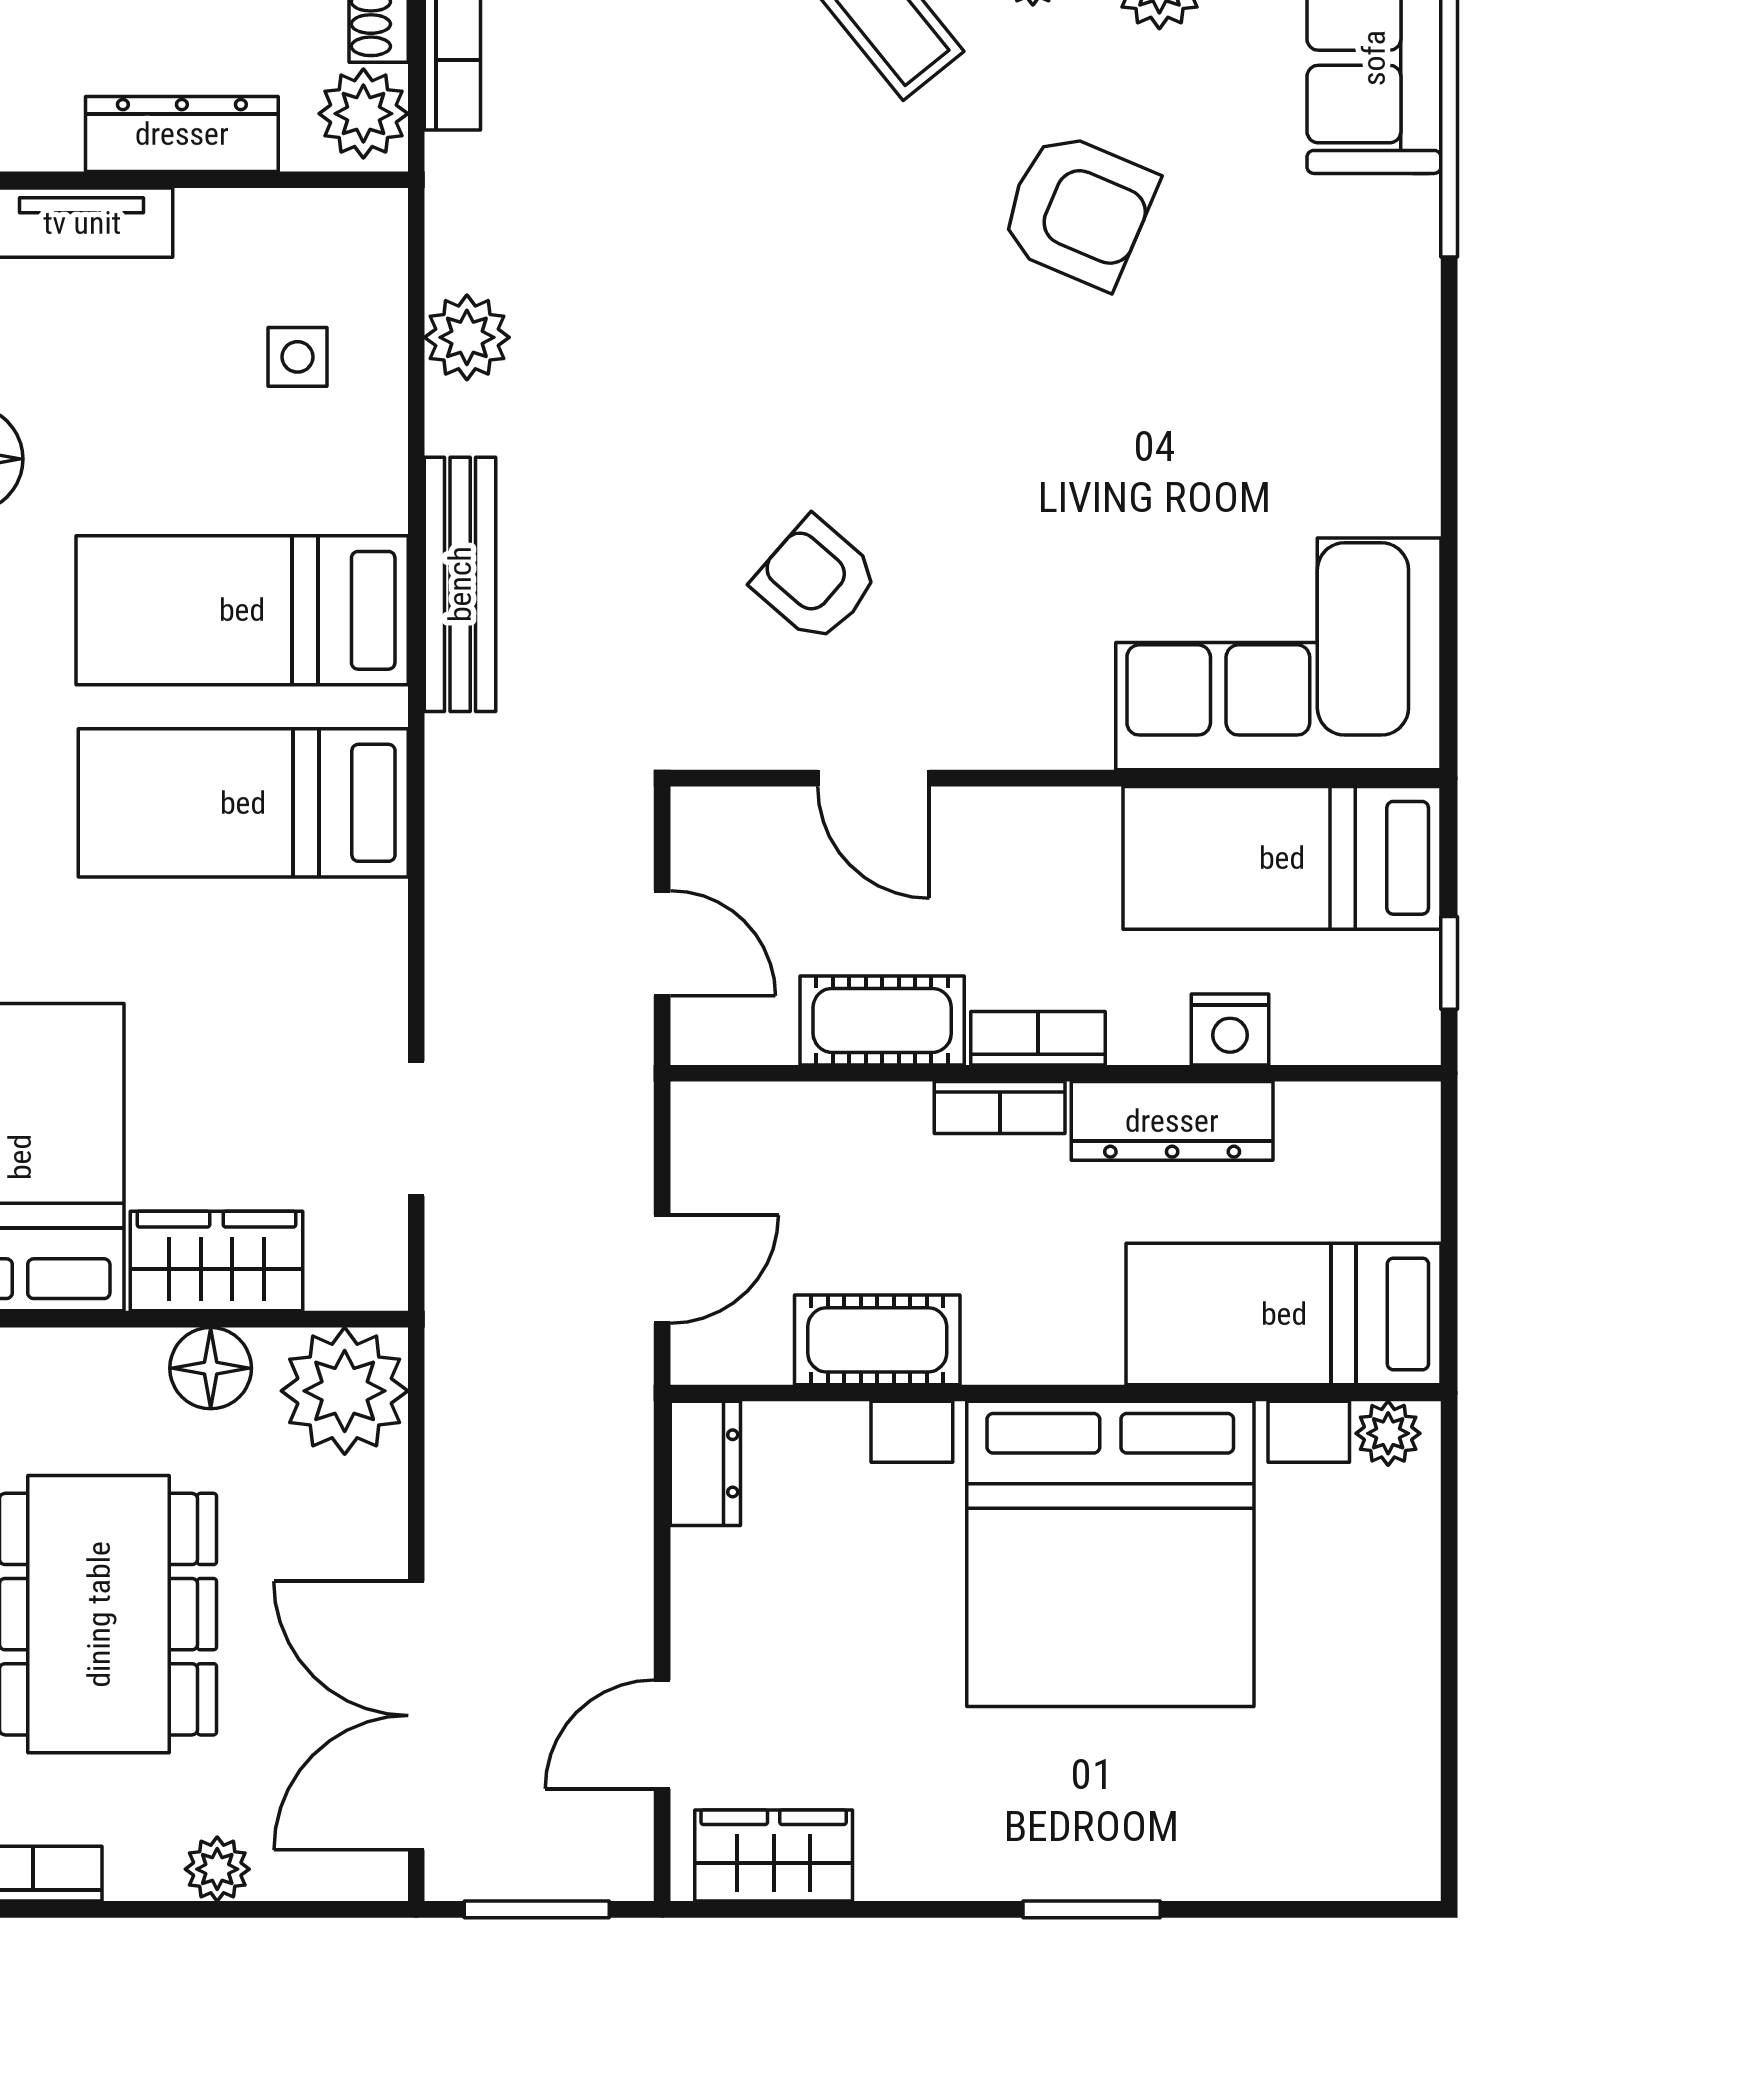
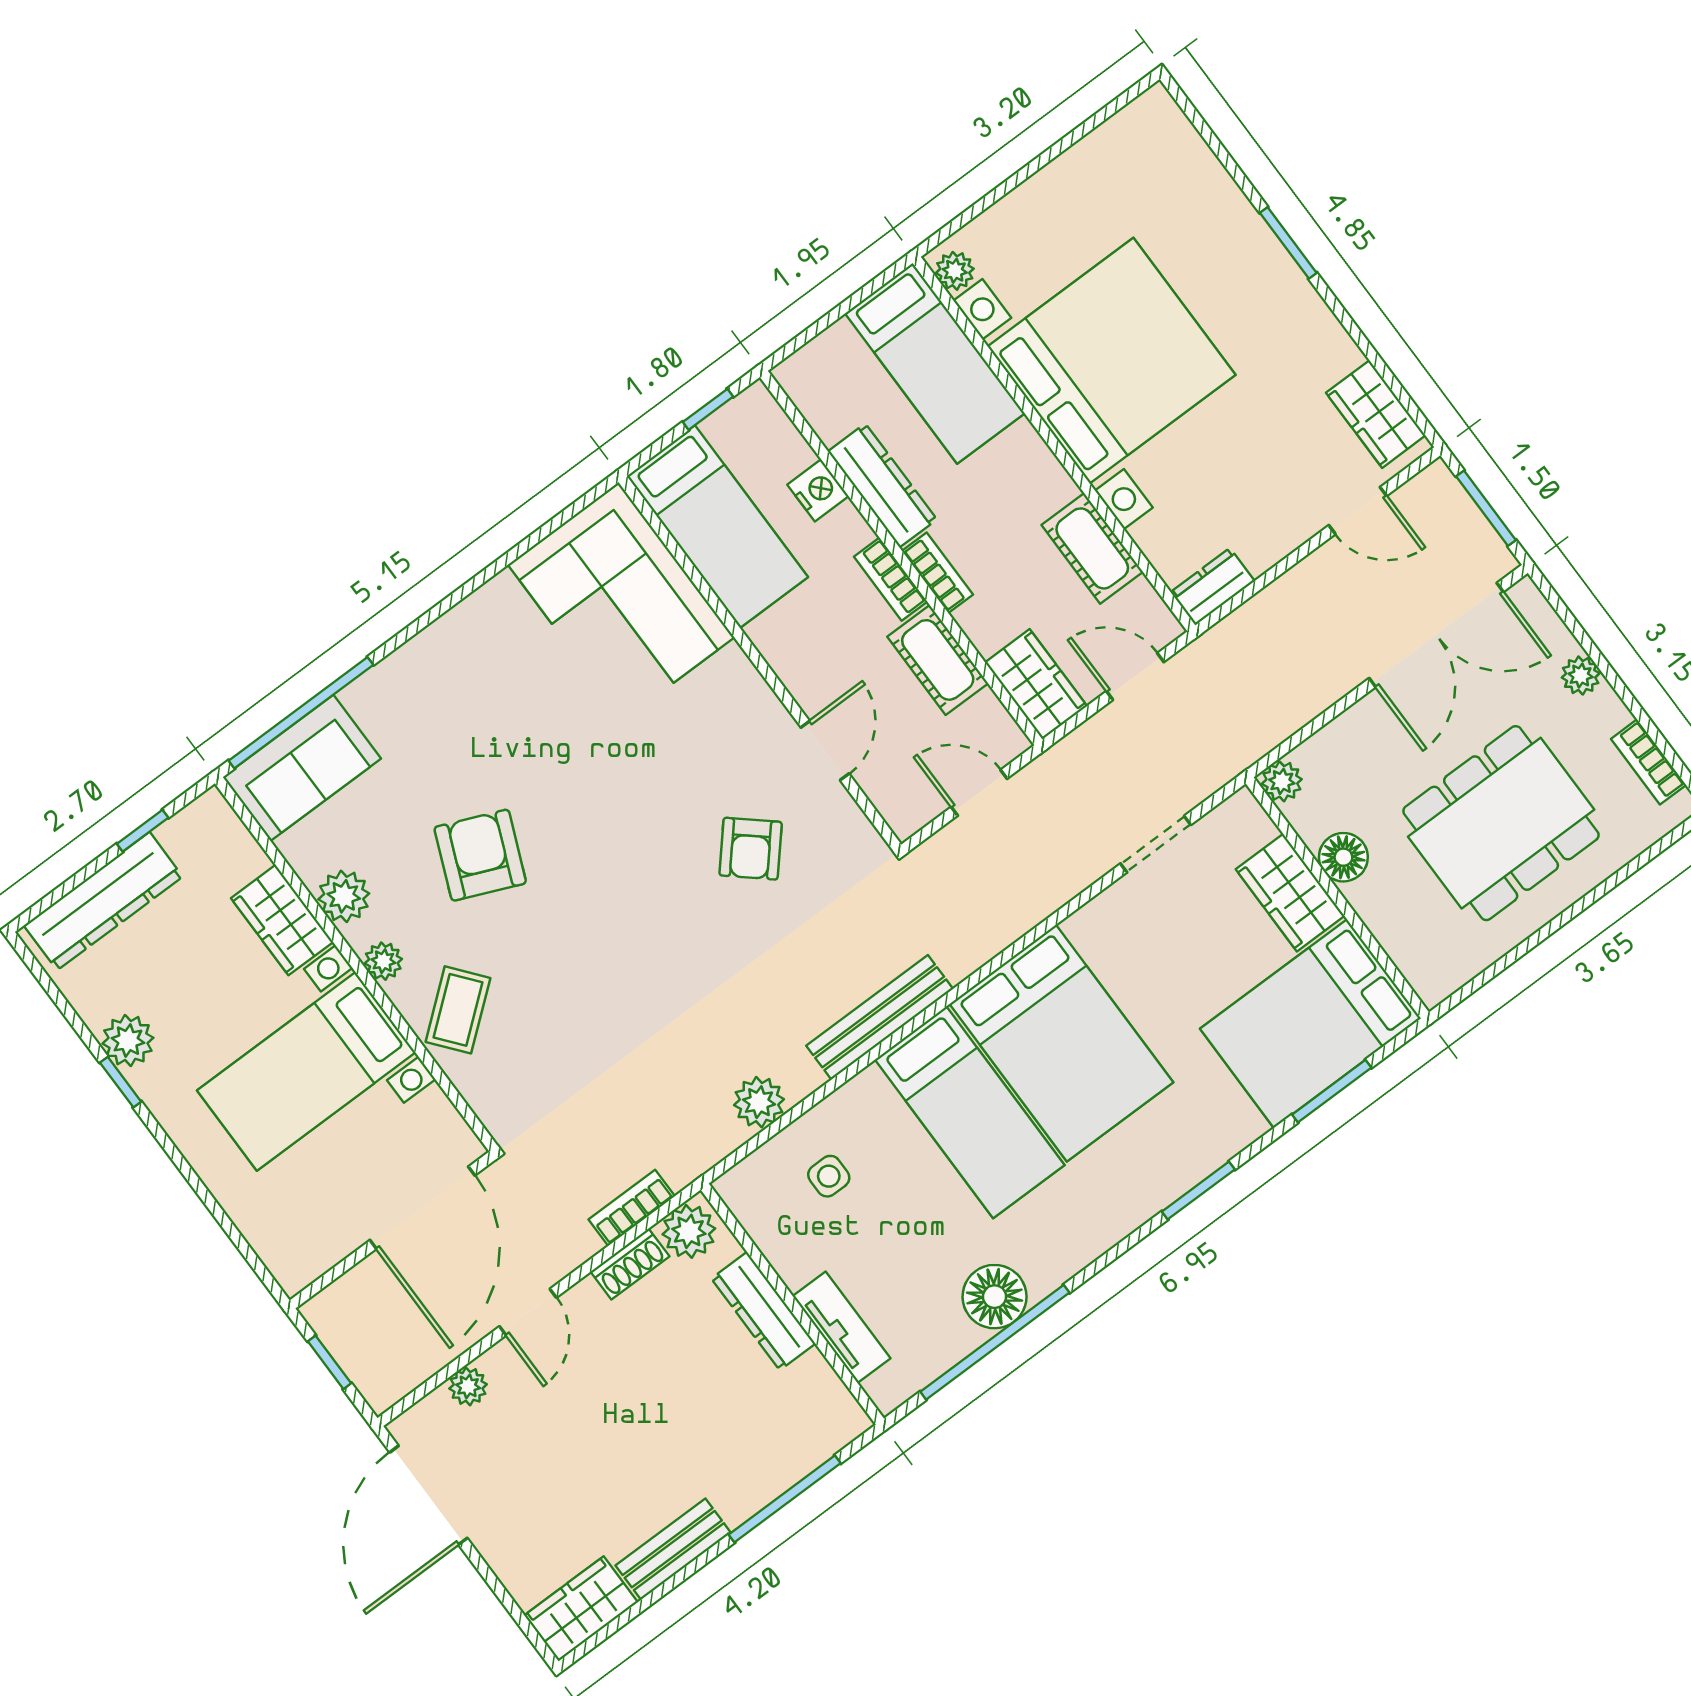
bed: (243, 803) -> (1061, 1043), width x1.50
door: (662, 943) -> (979, 793), hinge flipped
wardrobe: (751, 1128) -> (1036, 684), added
plant: (345, 1391) -> (1282, 781), width x0.53, depth x0.53

